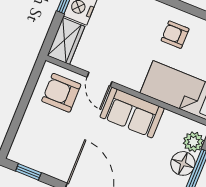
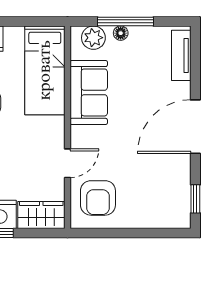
sofa: (132, 113) -> (89, 92), moved
floor lamp: (183, 163) -> (121, 33), width x0.53, depth x0.53

